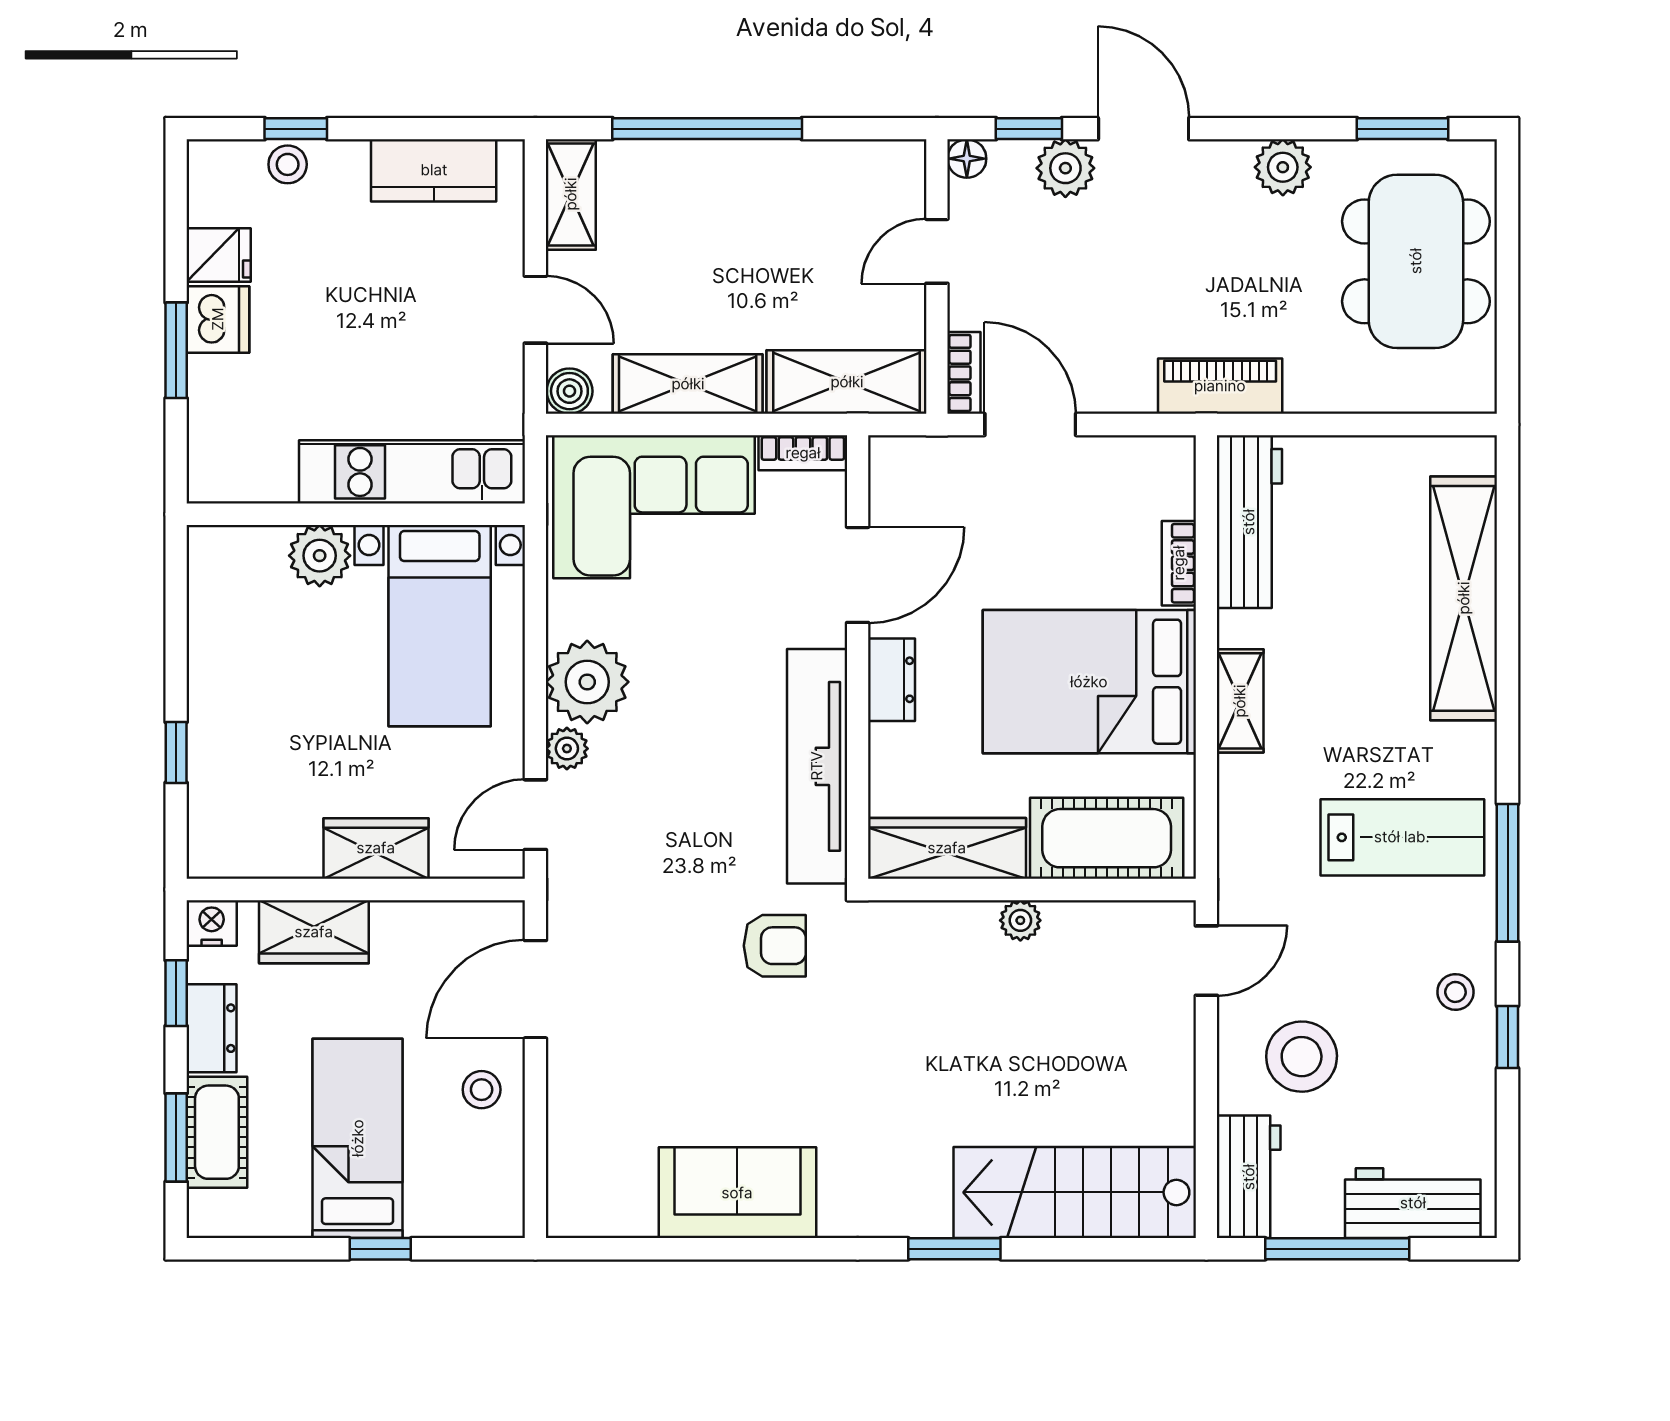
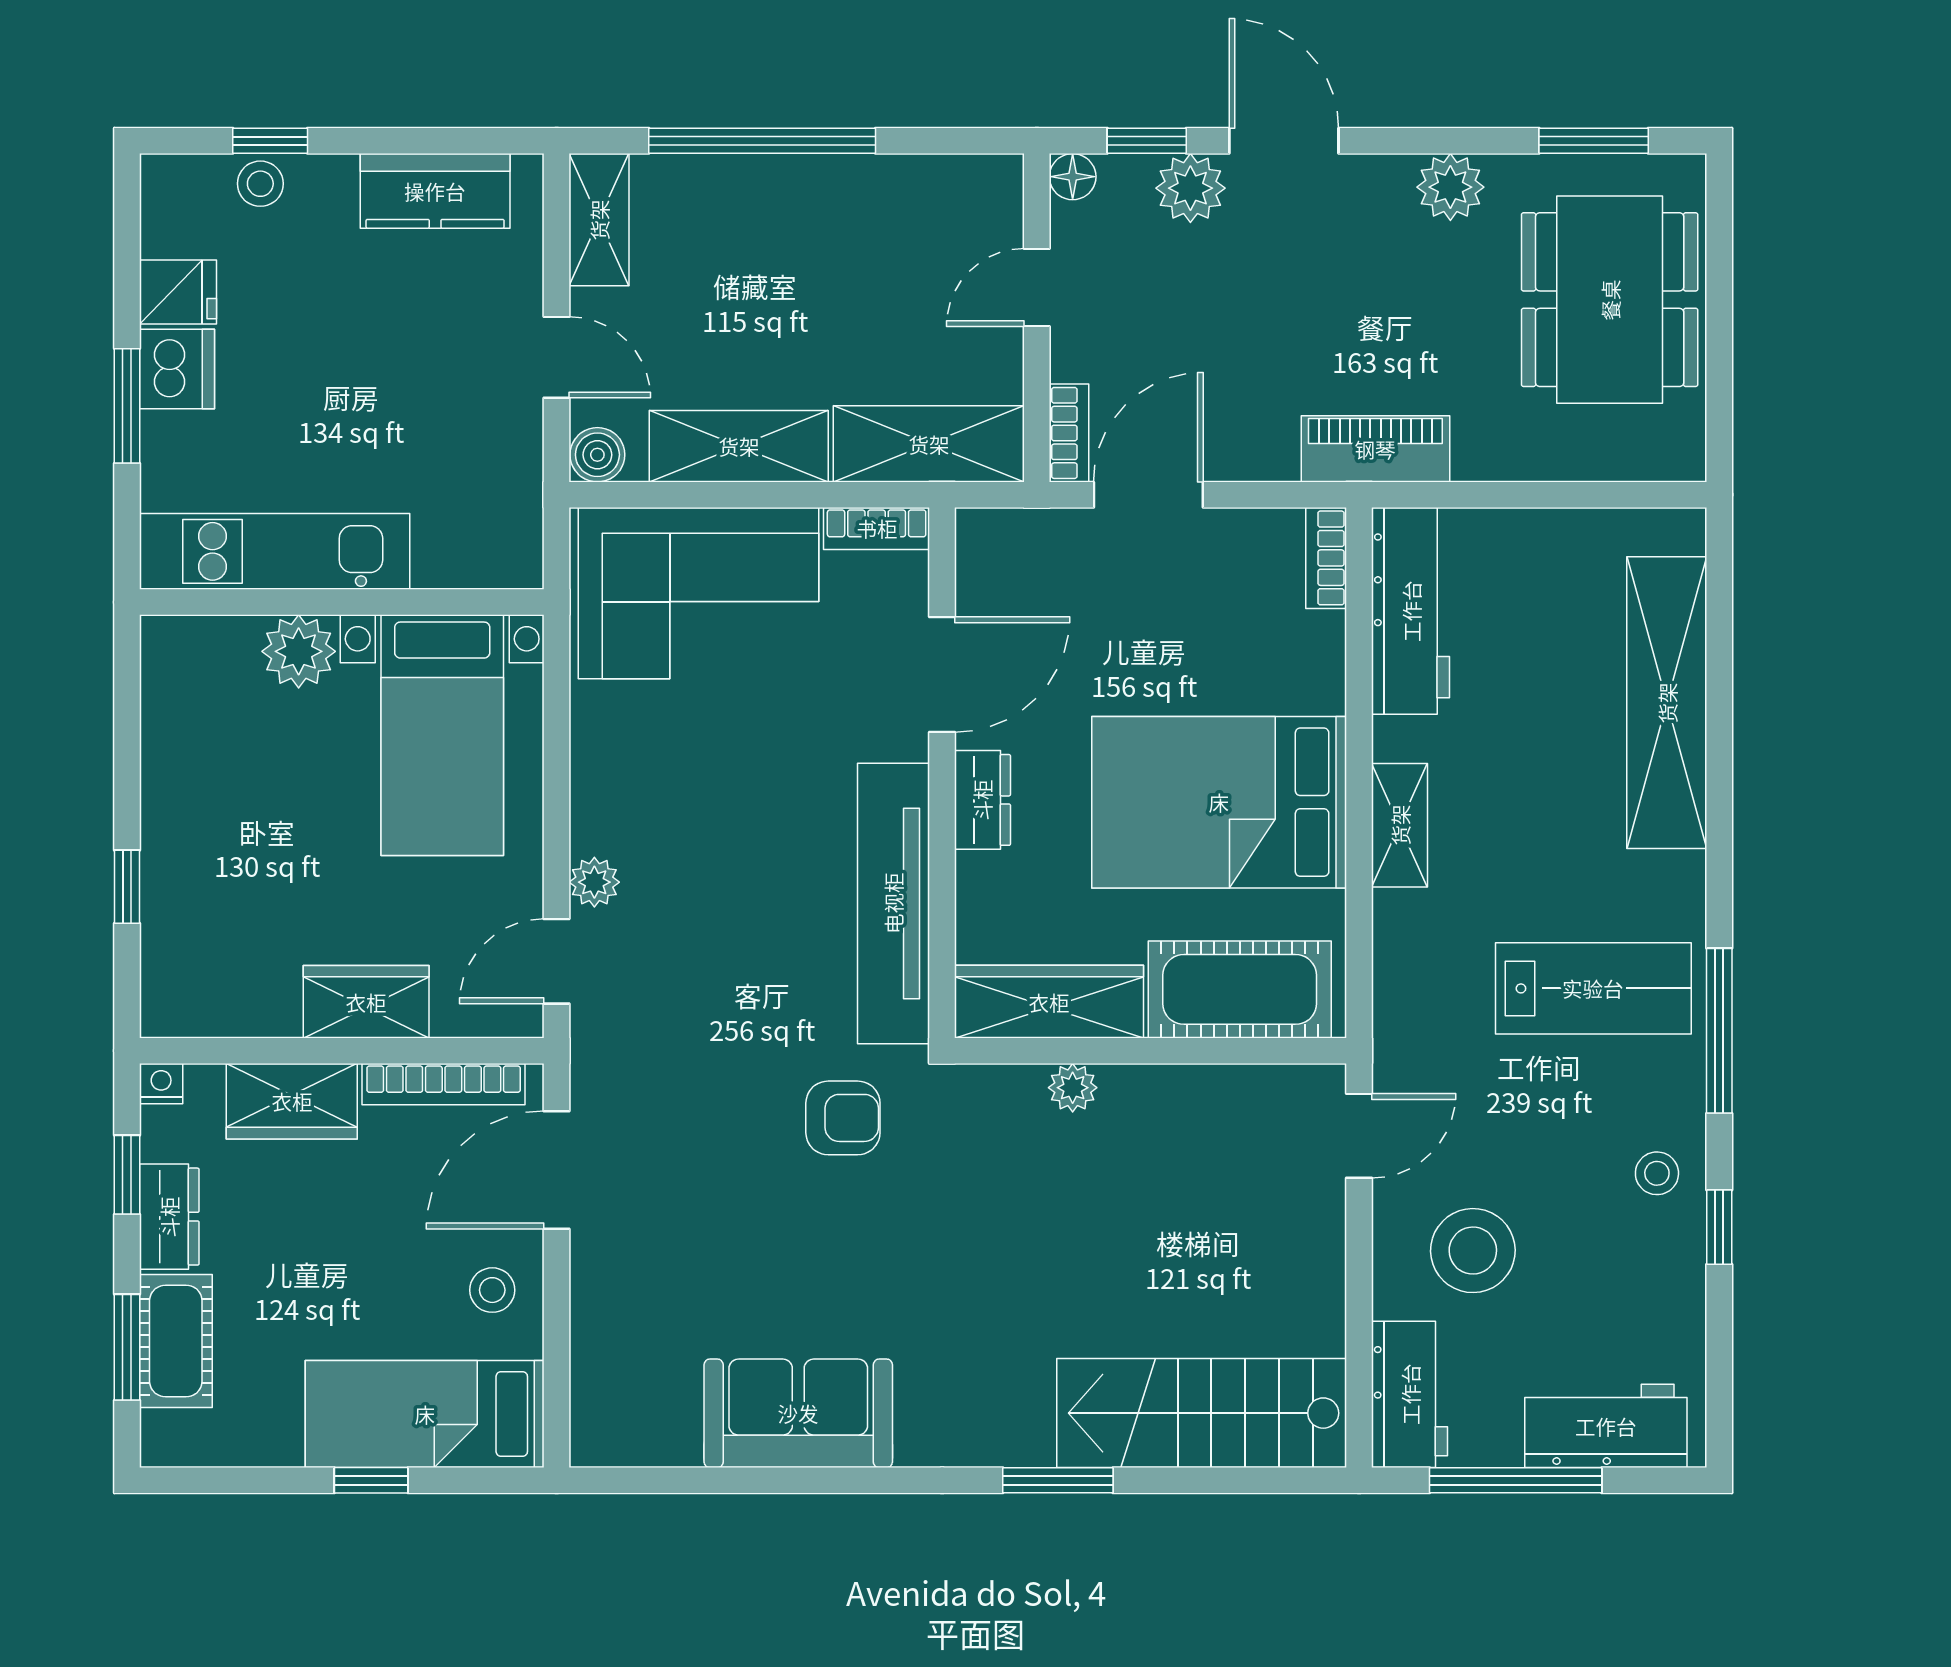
door: (1030, 424) -> (1148, 495), hinge flipped
kitchen unit: (412, 472) -> (275, 551), moved
bookcase: (1179, 563) -> (1326, 558), moved
plant: (587, 682) -> (619, 803), removed
bookcase: (441, 917) -> (444, 1084), added
plant: (1020, 920) -> (1073, 1088), moved
nightstand: (212, 923) -> (161, 1084), width x0.72, depth x0.74
bed: (358, 1138) -> (425, 1414), moved, turned -90

